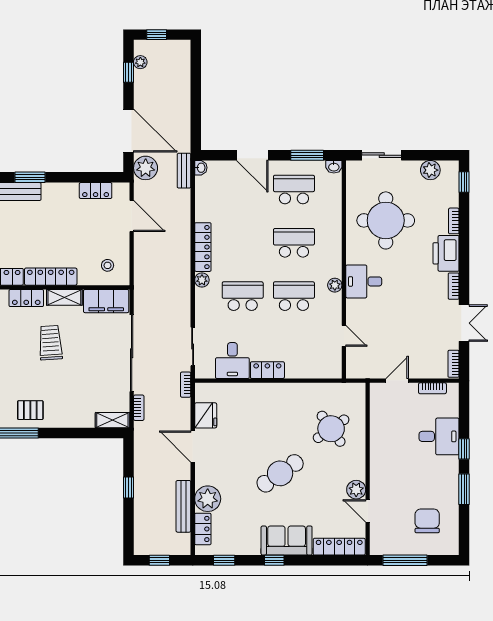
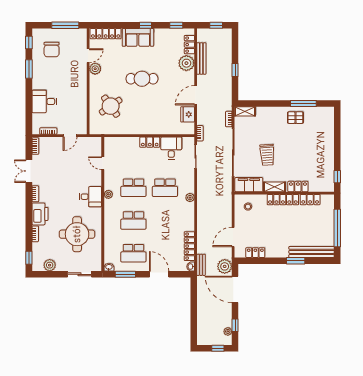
door: (132, 216) -> (233, 237), hinge flipped
locker: (203, 247) -> (189, 246), moved
trolley: (50, 343) -> (267, 155), moved
door: (193, 446) -> (196, 95), swing flipped
window: (464, 449) -> (29, 43), moved
cafe table: (280, 473) -> (142, 79), turned 35
door: (368, 511) -> (88, 56), hinge flipped

